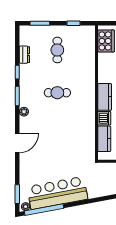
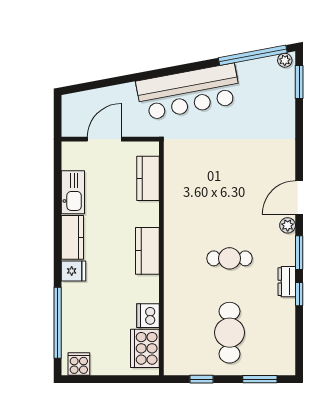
cafe table: (57, 50) -> (230, 333), width x1.37, depth x1.35
dresser: (24, 55) -> (287, 282), moved
dishwasher: (104, 118) -> (148, 316), moved
door: (17, 143) -> (299, 197), moved
bar counter: (57, 193) -> (189, 92), moved

